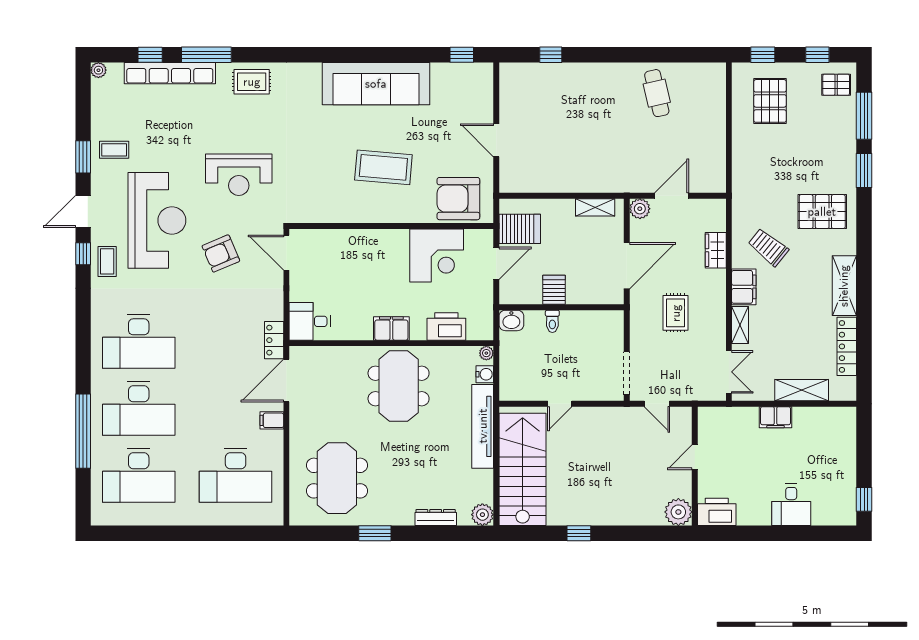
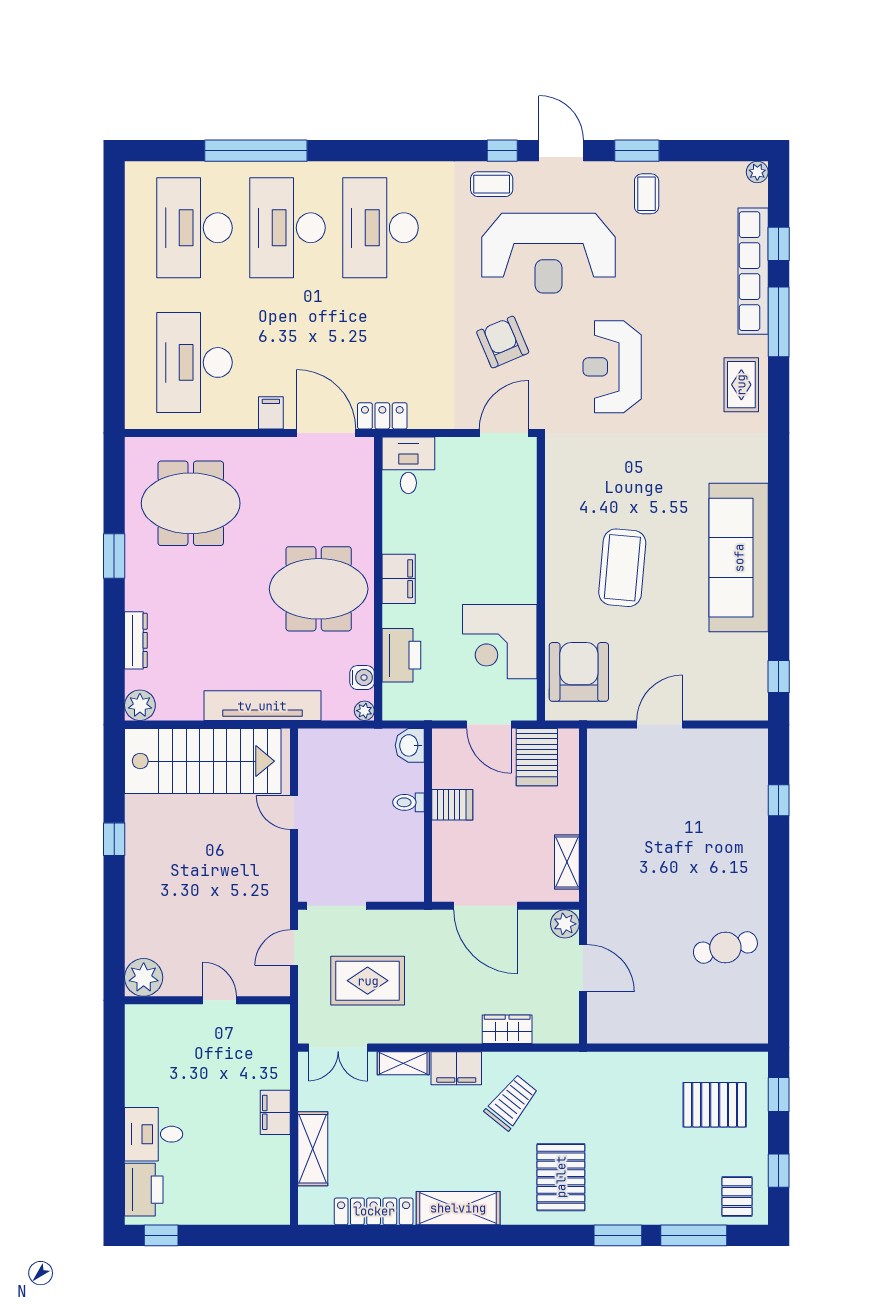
rug: (676, 313) -> (368, 981), moved, width x1.36, depth x1.43
water cooler: (485, 374) -> (362, 678), moved, turned -90
printer: (717, 512) -> (144, 1190), moved

